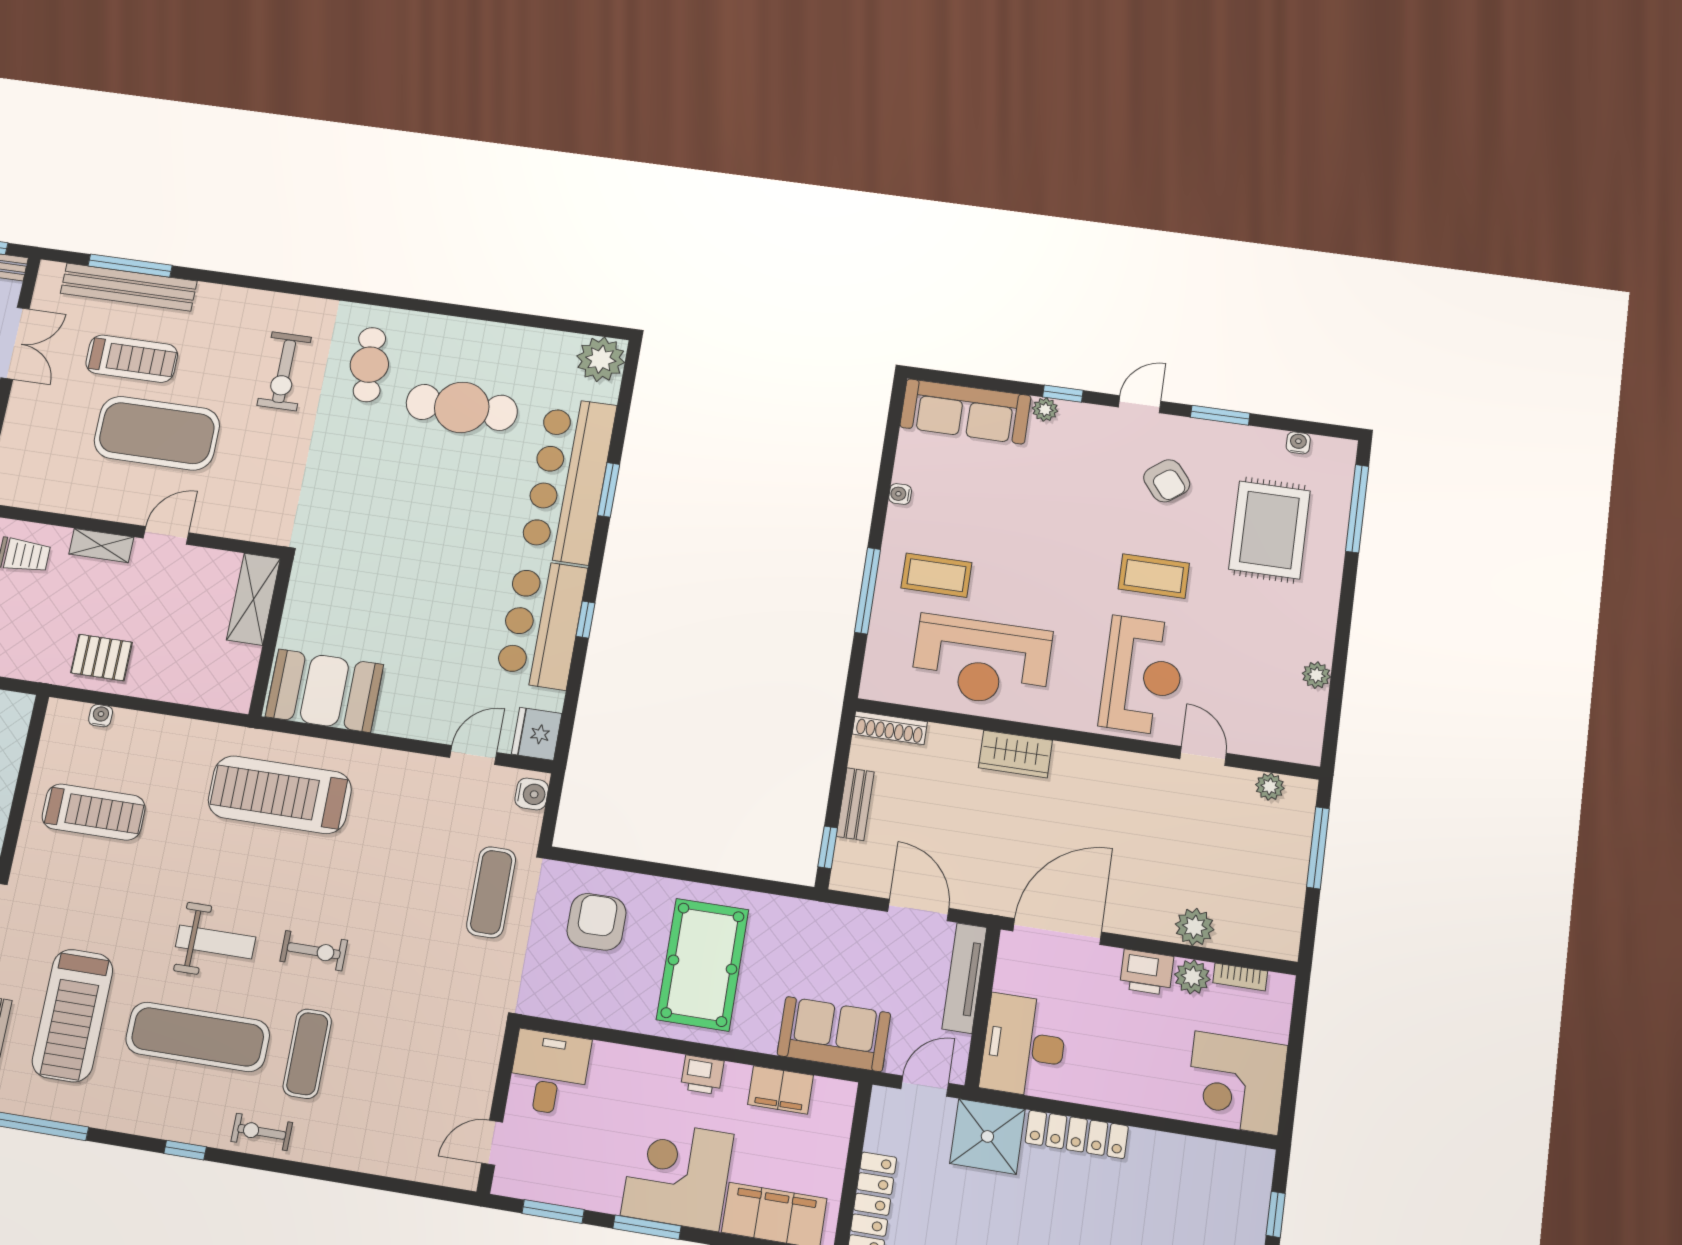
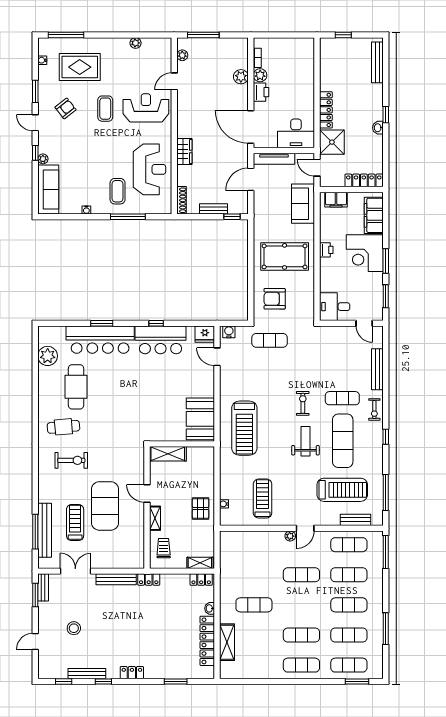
plant: (601, 359) -> (48, 356), moved
corner desk: (1236, 1083) -> (297, 55), removed
filing cabinet: (780, 1090) -> (336, 200), moved, turned 90
bench: (365, 1157) -> (377, 369), added

